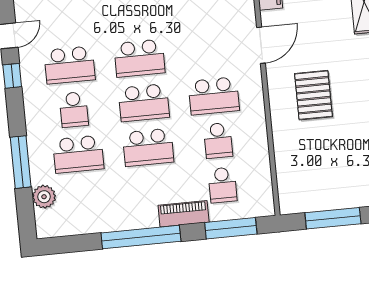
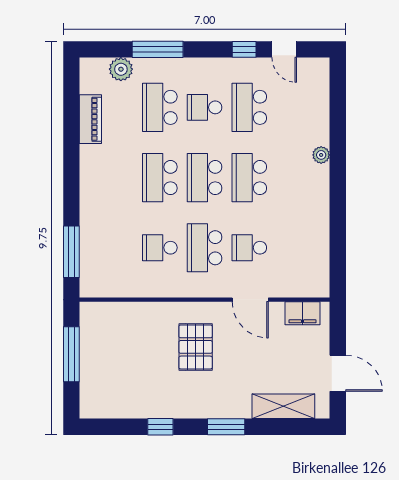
pallet: (313, 95) -> (196, 347), turned 90
school desk: (222, 185) -> (249, 248), moved
piano: (184, 214) -> (90, 119), moved
window: (141, 237) -> (71, 162), removed

